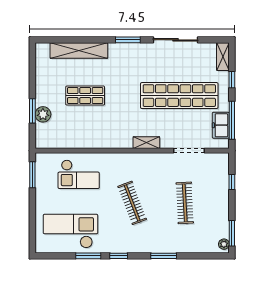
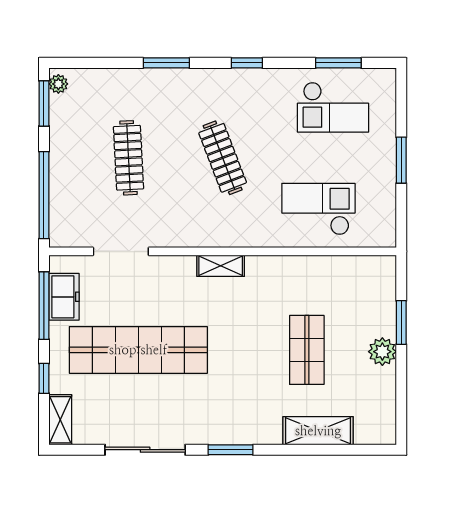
shelving: (79, 50) -> (318, 431), width x0.68
shop shelf: (85, 96) -> (307, 350), turned 90
plant: (43, 114) -> (382, 352), moved
shelving: (146, 143) -> (221, 266), moved
window: (32, 175) -> (401, 160), moved
window: (232, 182) -> (44, 195), width x3.17
checkout: (70, 231) -> (333, 107), width x0.73, depth x0.83
window: (88, 256) -> (338, 63), moved

